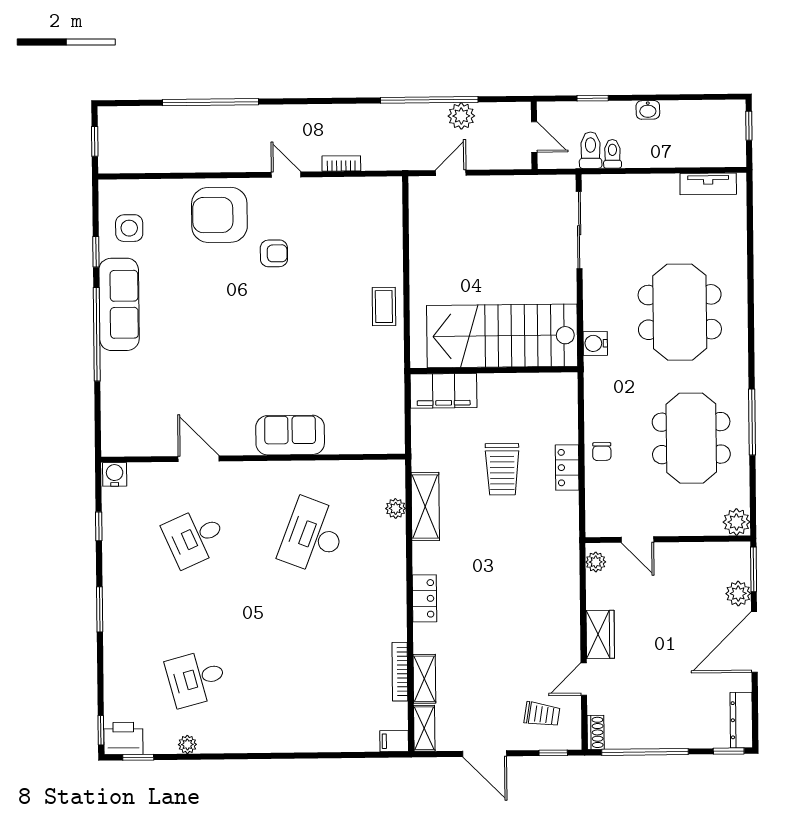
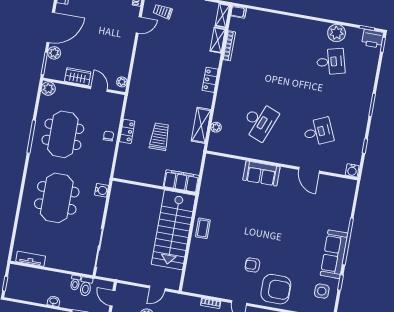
stairs: (502, 336) -> (173, 230), moved, turned 90
wardrobe: (600, 634) -> (78, 77), moved, turned 90
plant: (187, 744) -> (337, 33), width x1.88, depth x1.88

